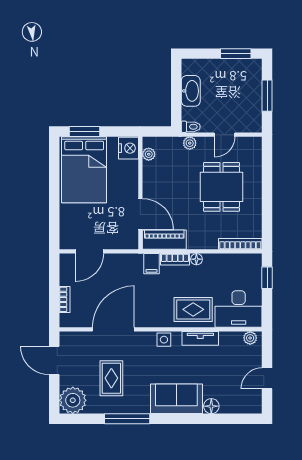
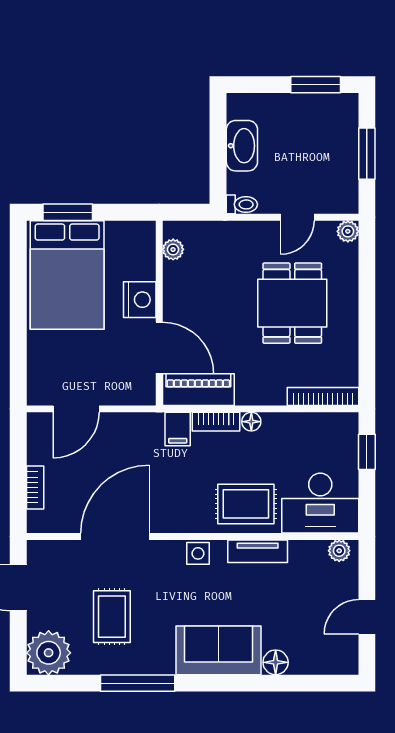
plant: (190, 143) -> (348, 231), moved
nightstand: (128, 148) -> (140, 300), moved

